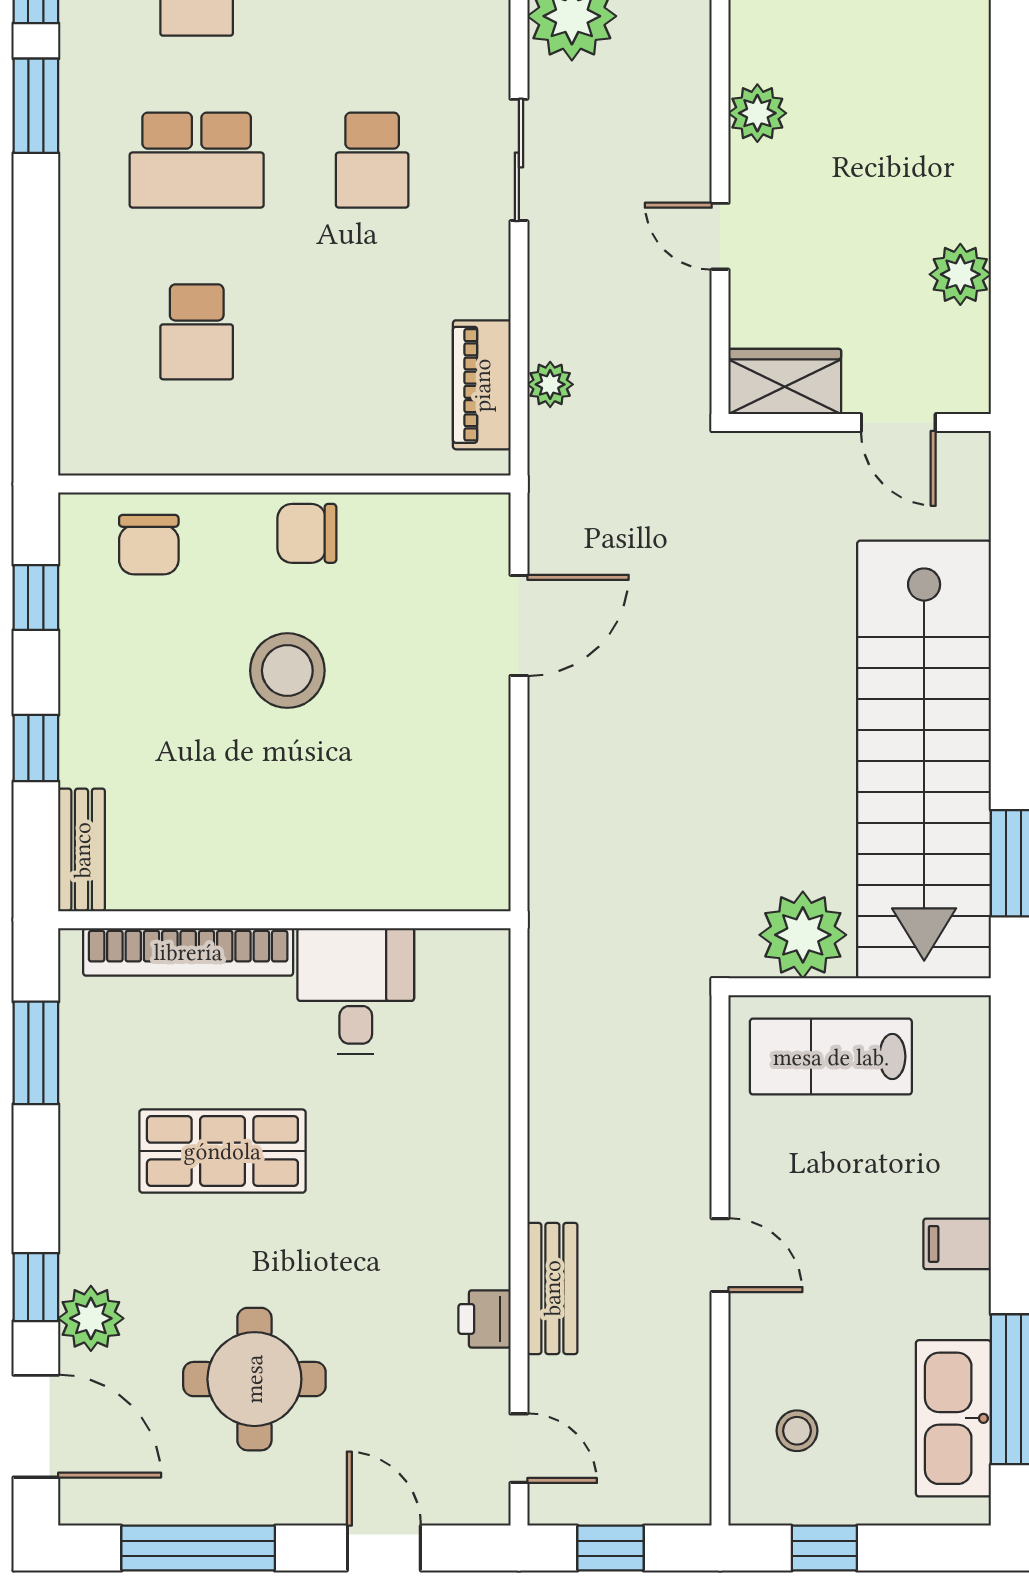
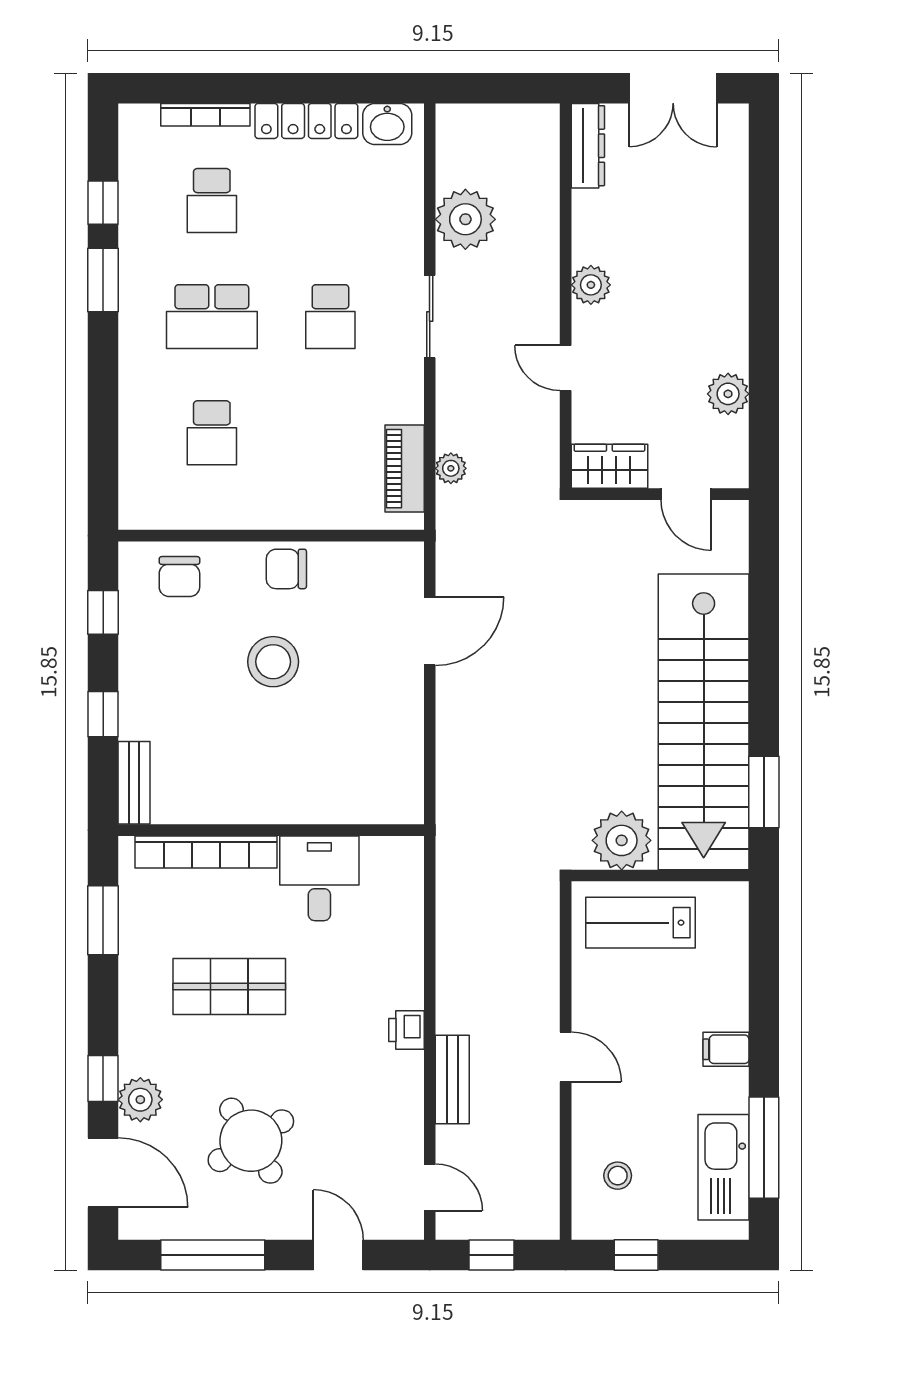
printer: (485, 1319) -> (406, 1030), moved
round table: (254, 1379) -> (251, 1141), turned -32

